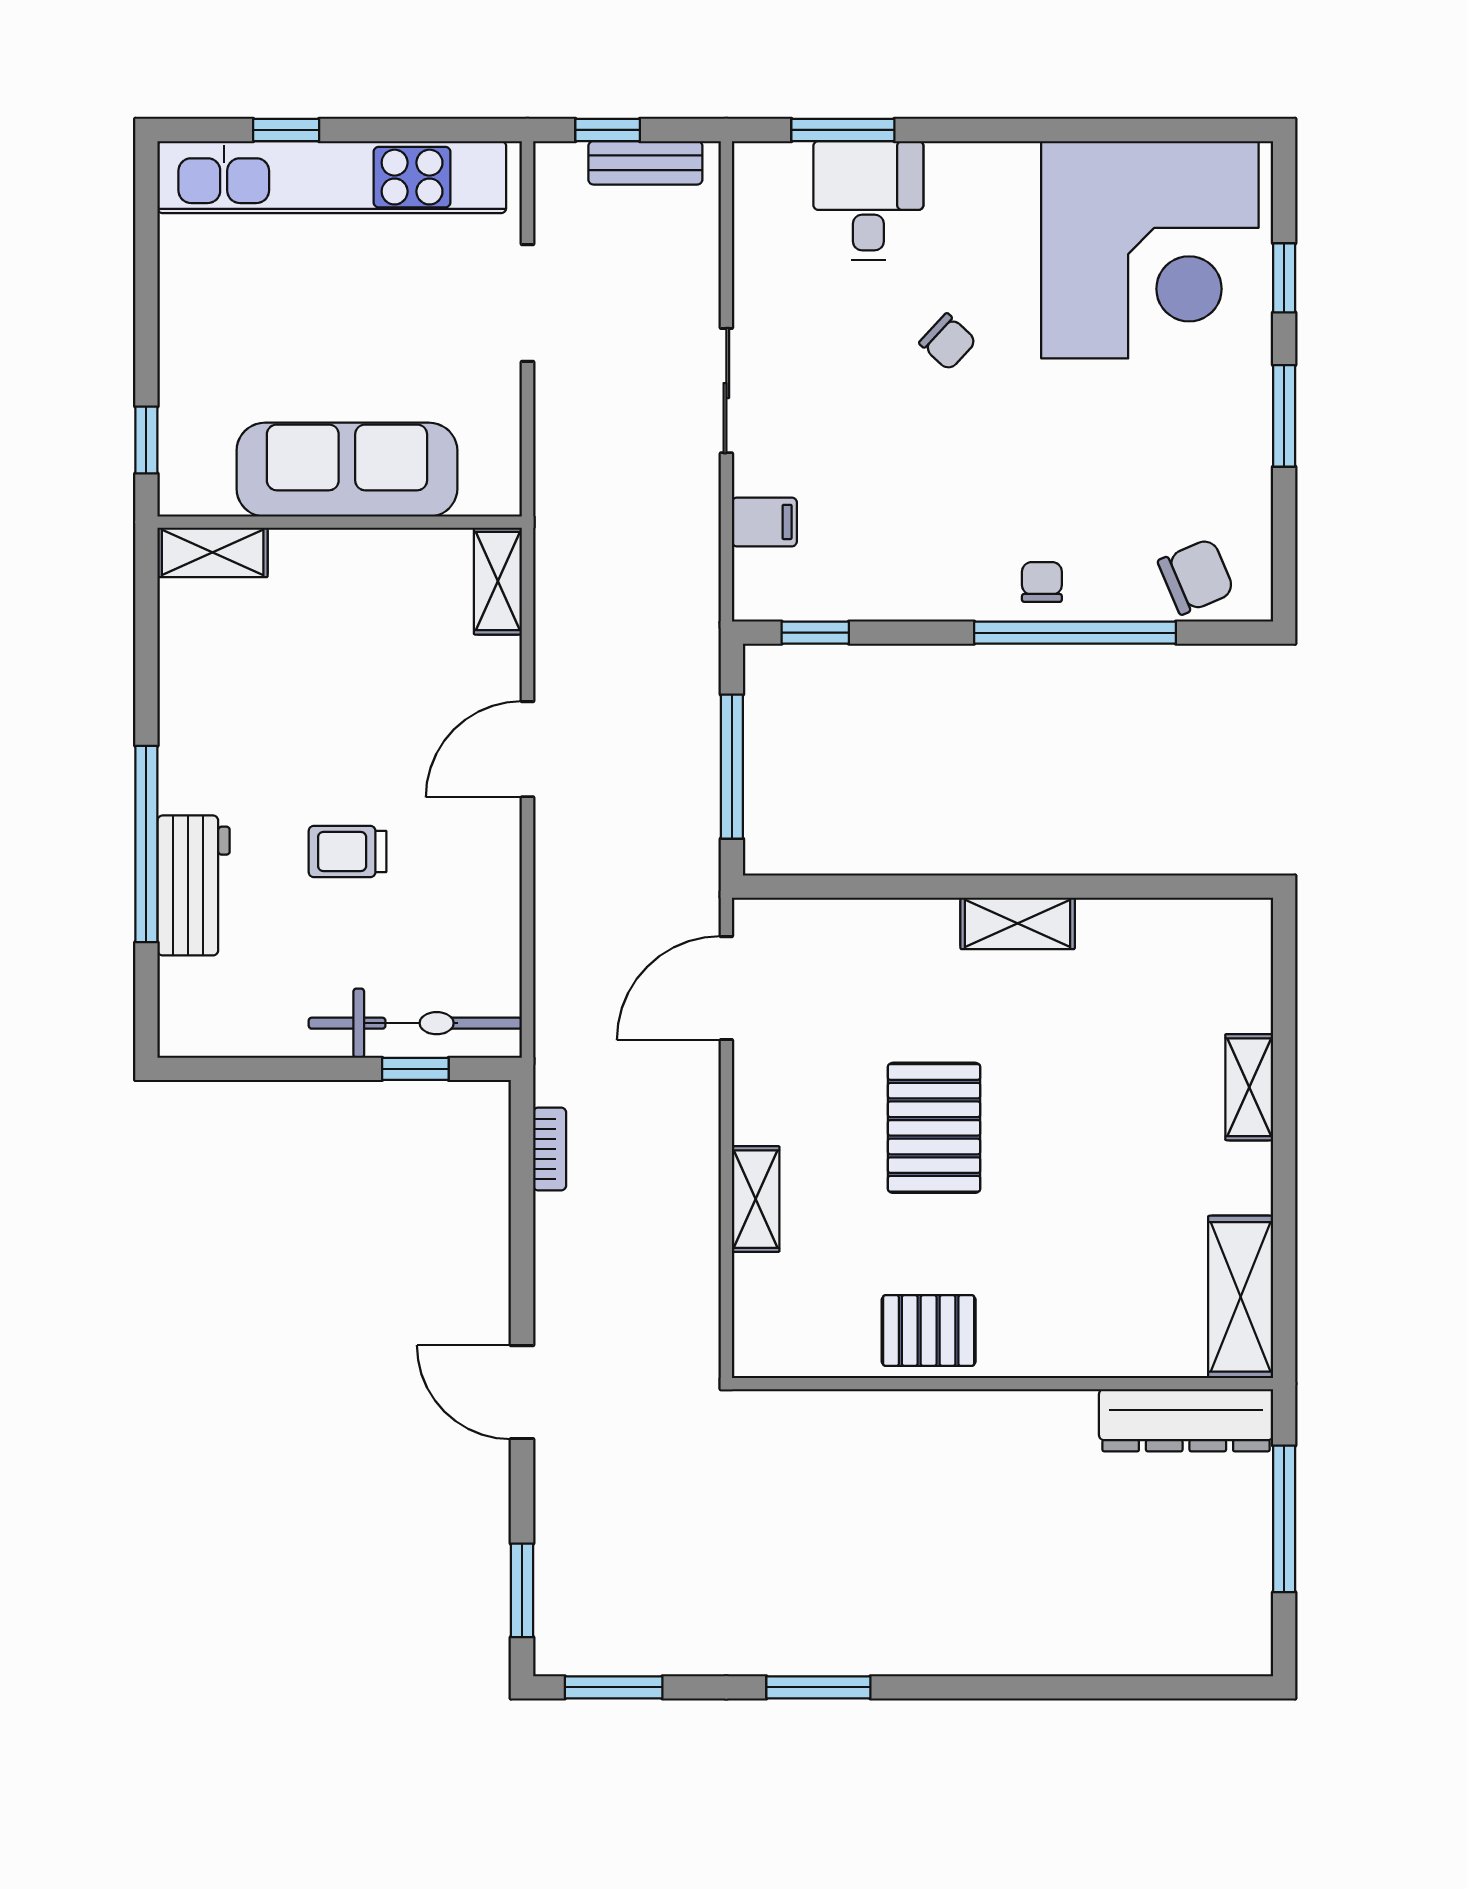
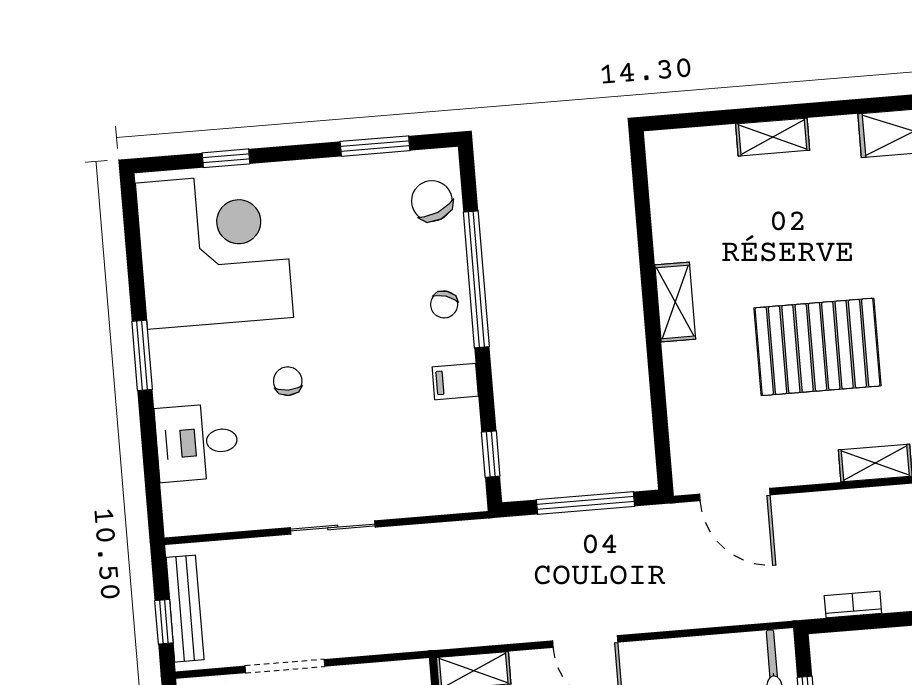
window: (843, 130) -> (142, 355), moved
bench: (645, 163) -> (185, 609), width x1.36
chair: (948, 342) -> (288, 381), turned -43
window: (1284, 416) -> (375, 146), moved
filing cabinet: (764, 522) -> (455, 382), moved, turned -90
chair: (1042, 582) -> (444, 304), turned -72
pallet: (934, 1128) -> (817, 347), width x1.37, depth x1.41

